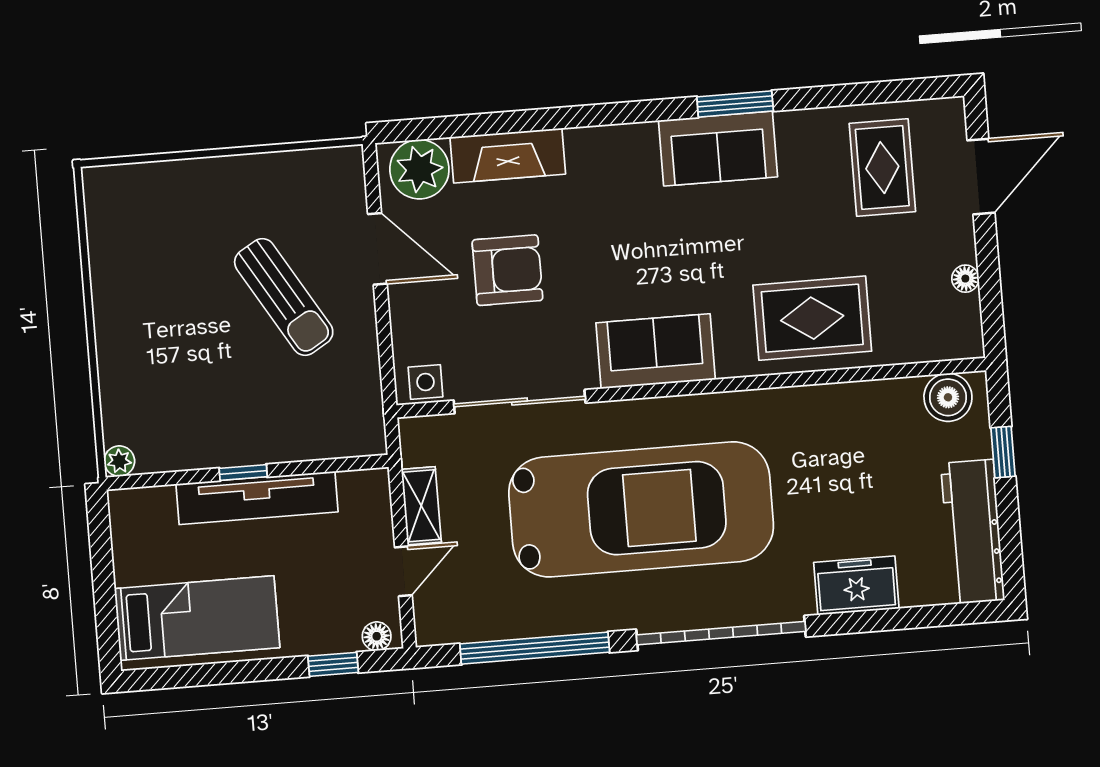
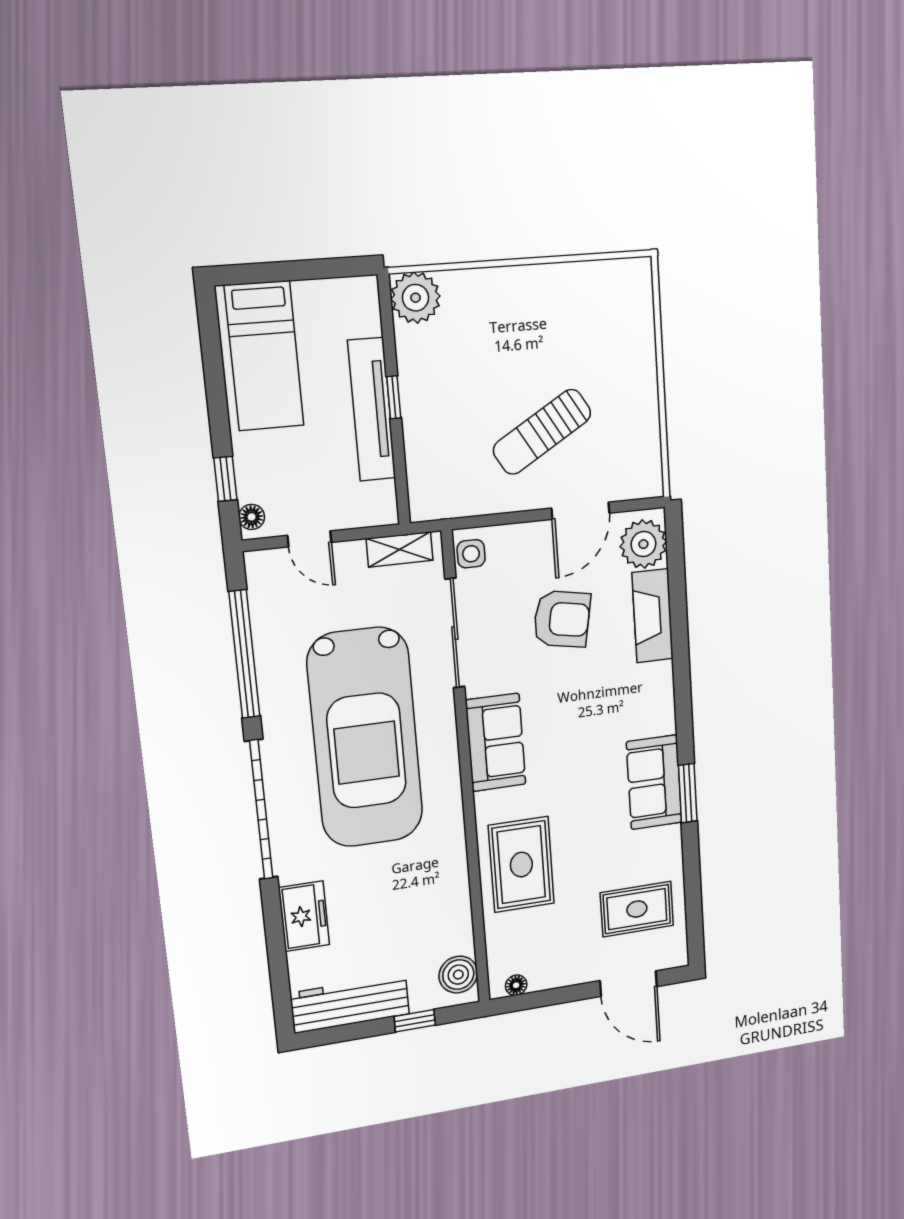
armchair: (507, 270) -> (562, 619), turned -80
floor lamp: (965, 279) -> (516, 985), moved
plant: (119, 461) -> (416, 298), width x1.88, depth x1.88
shelving: (421, 506) -> (400, 549), moved

